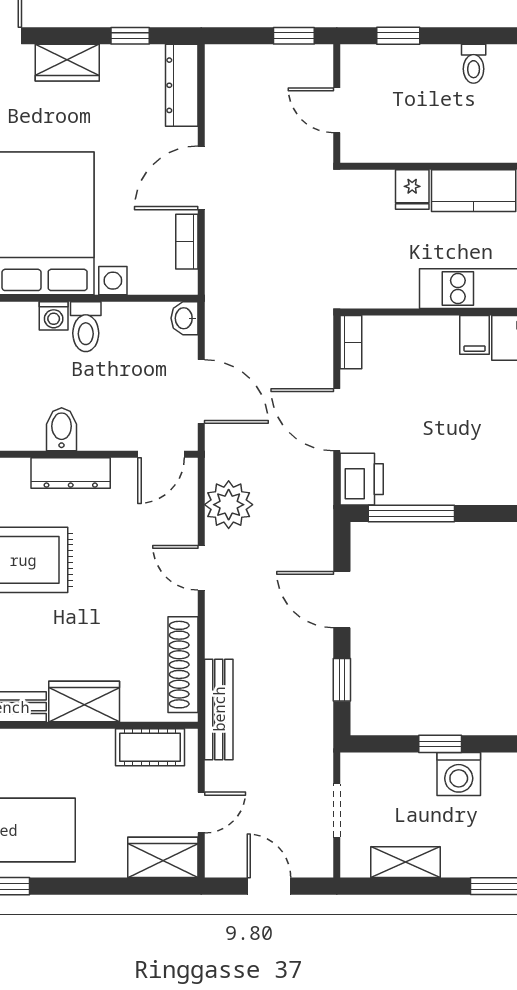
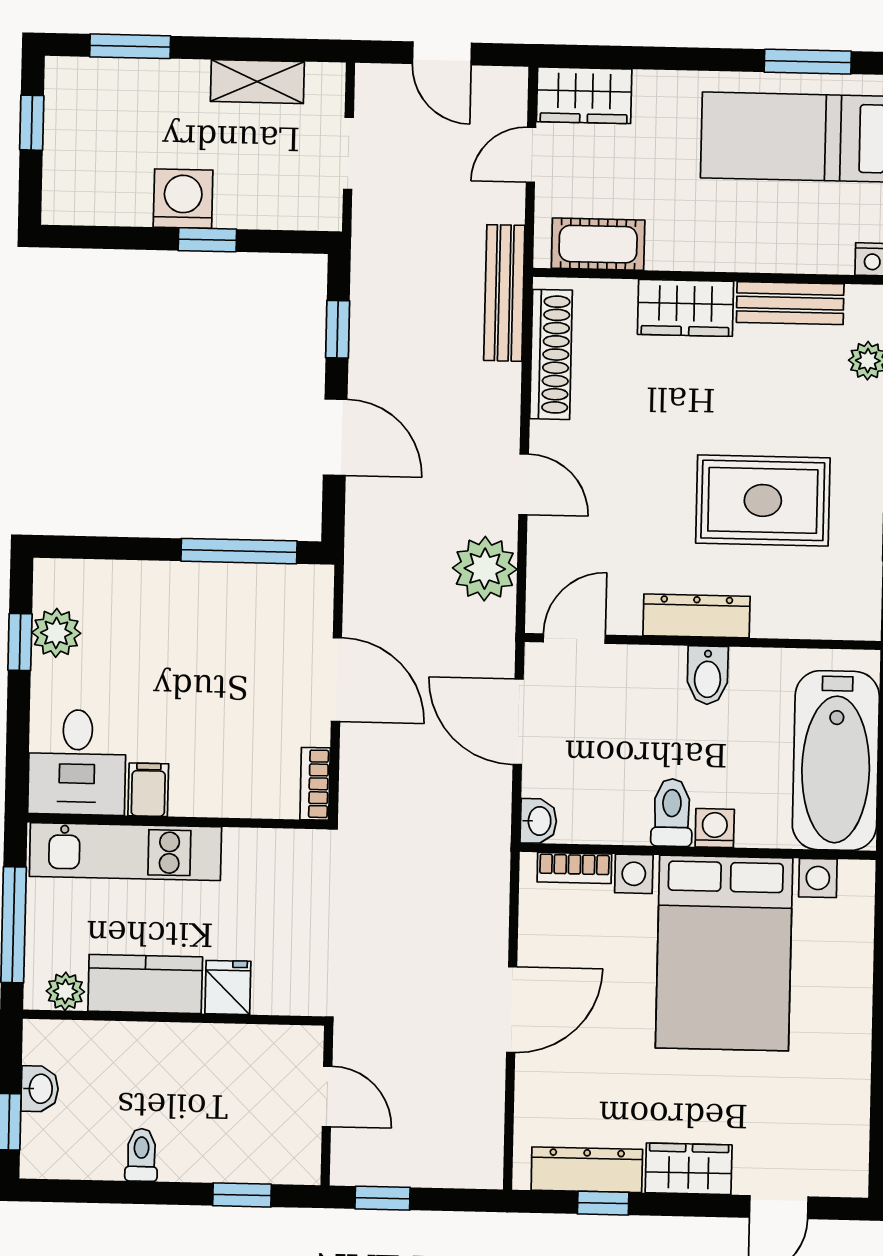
dresser: (182, 85) -> (587, 1170), moved, turned -90
bookcase: (187, 242) -> (574, 868), moved, turned 90
printer: (362, 479) -> (305, 599), removed

